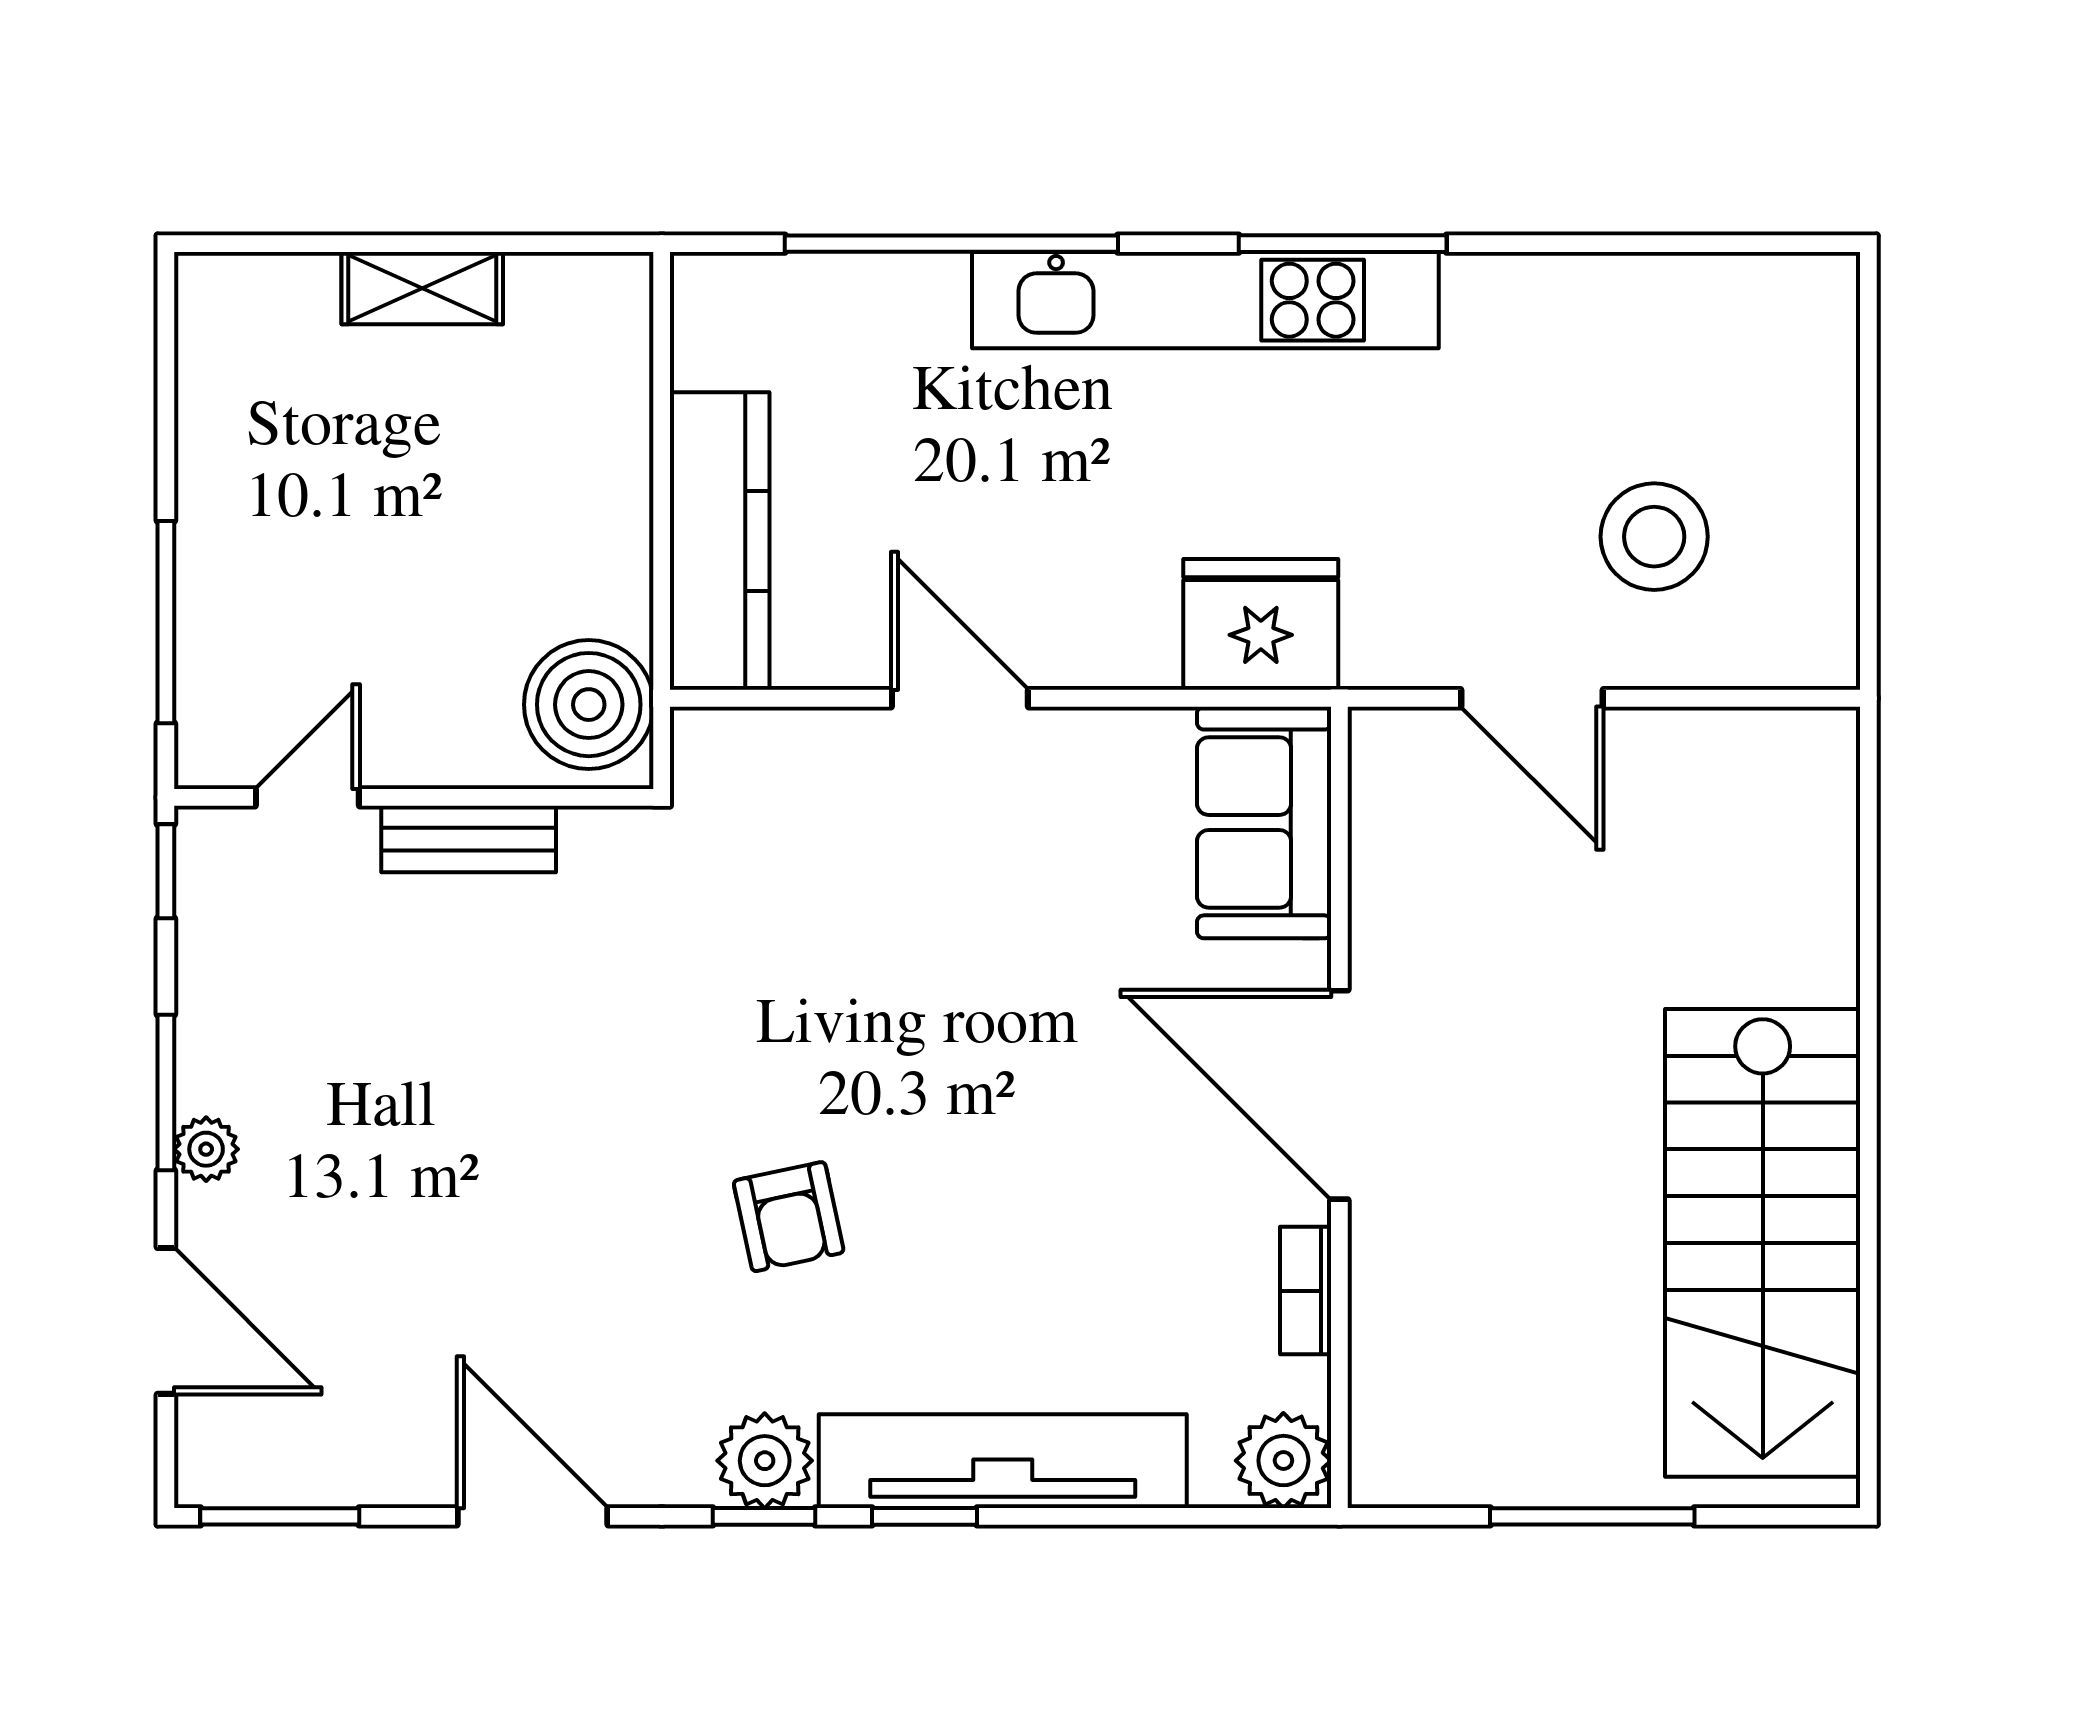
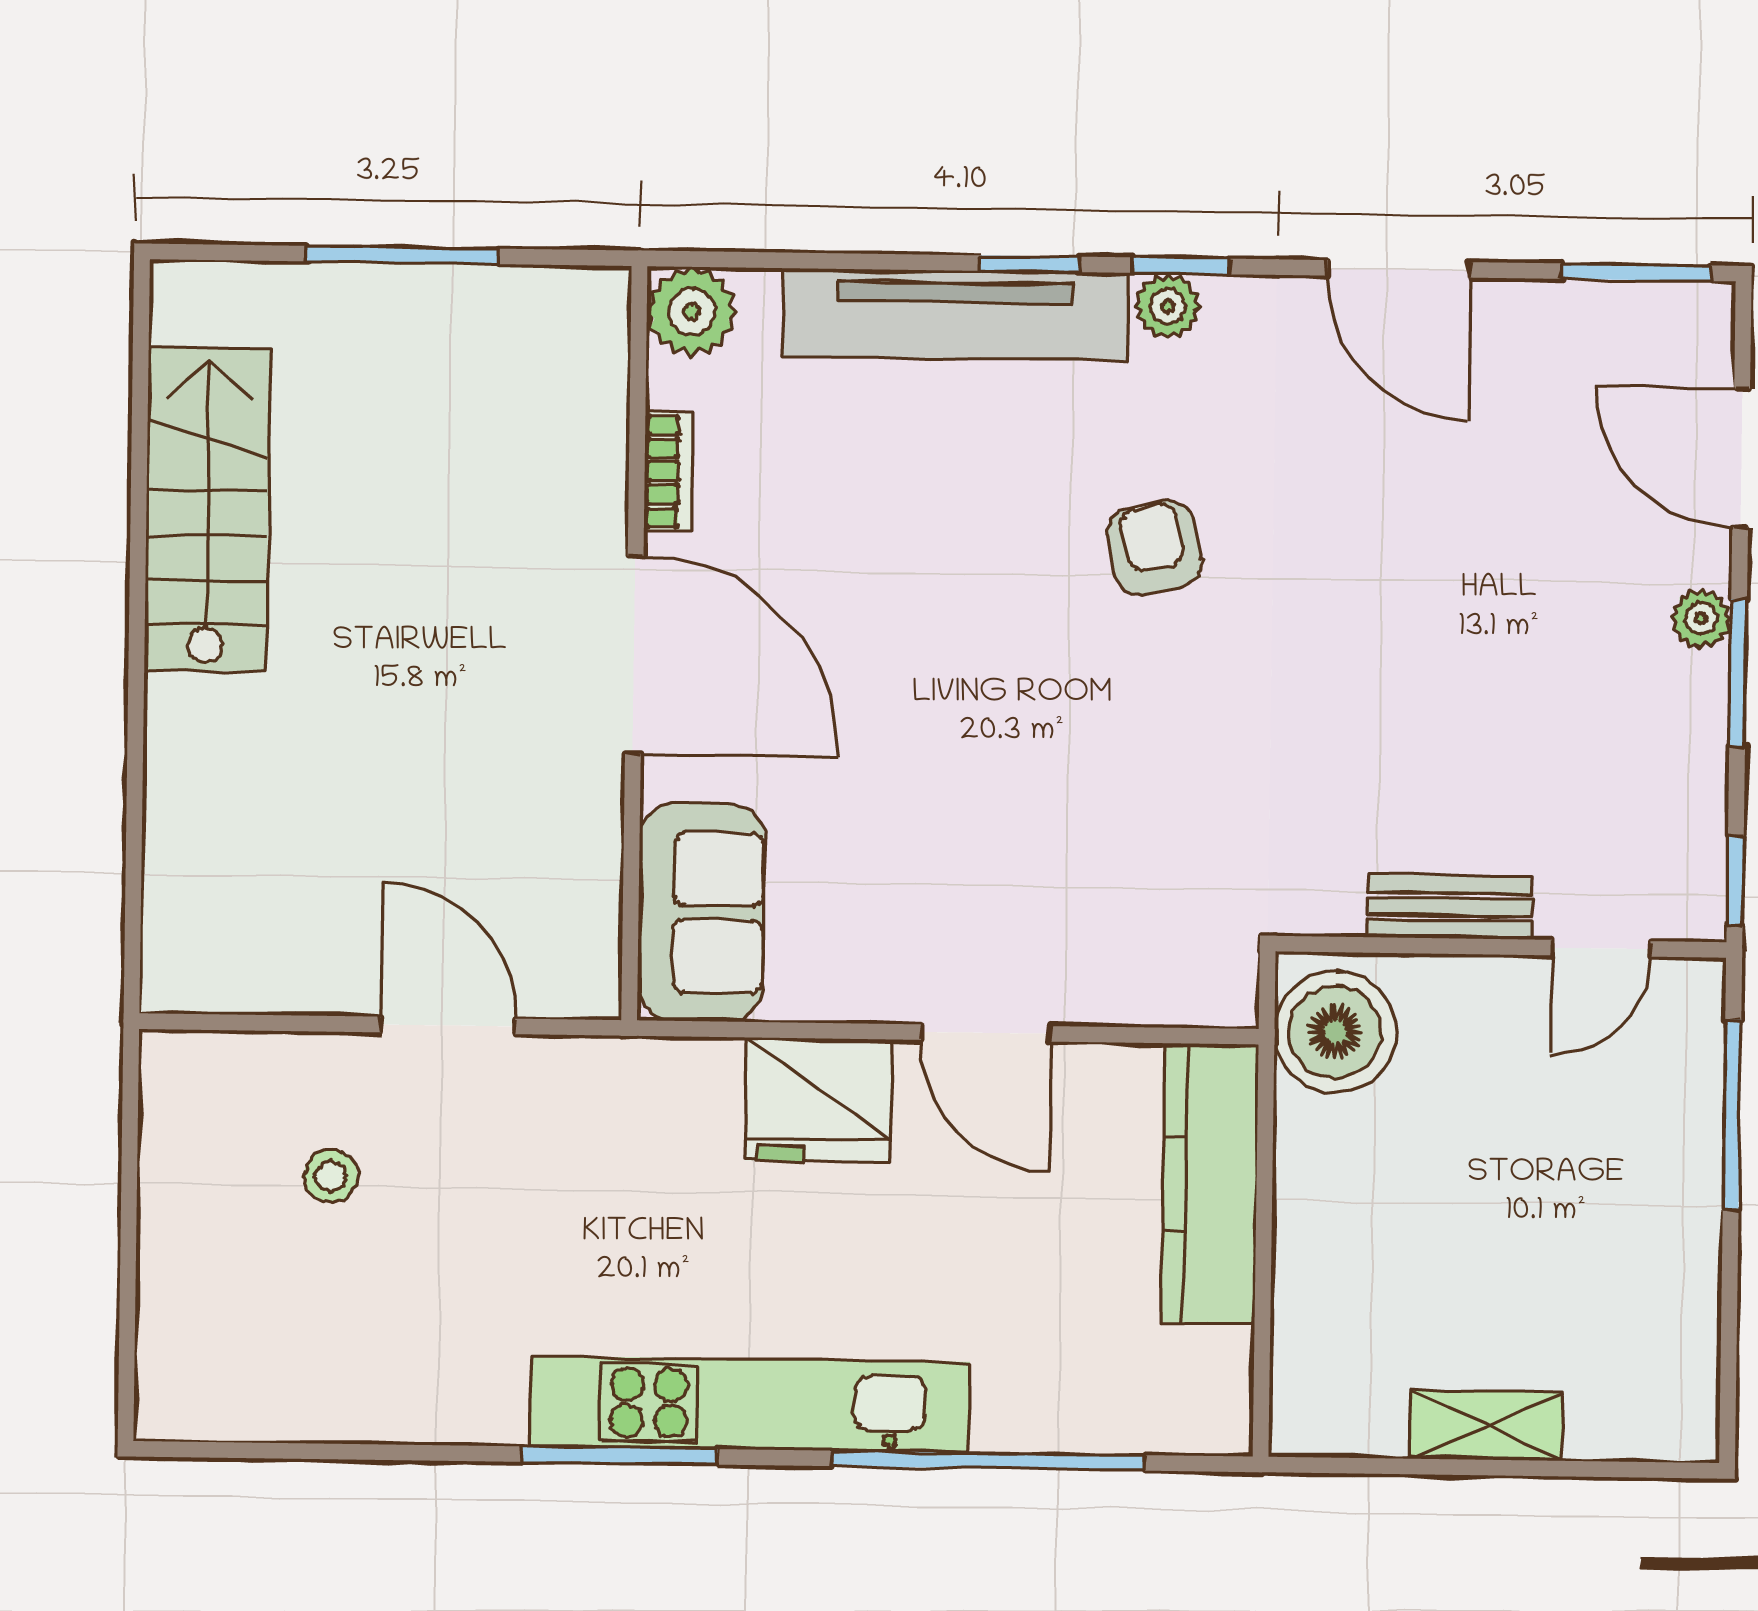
stool: (1654, 537) -> (331, 1176), width x0.53, depth x0.53
fridge: (1261, 624) -> (819, 1100), moved
stairs: (1763, 1243) -> (207, 510), width x0.73, depth x0.66
plant: (765, 1461) -> (1168, 306), width x0.73, depth x0.73

